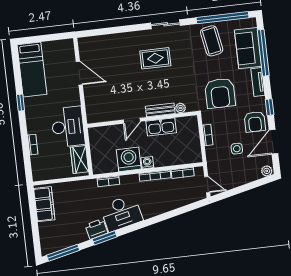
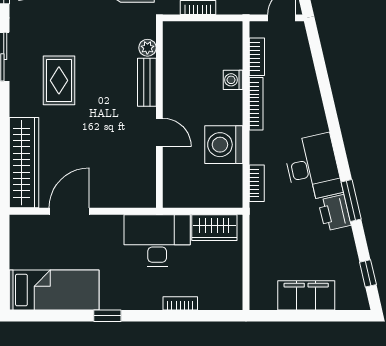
wardrobe: (105, 43) -> (24, 163), added
kitchen sink: (161, 127) -> (176, 84), removed
washing machine: (147, 163) -> (233, 80), moved
filing cabinet: (44, 204) -> (306, 295), moved
window: (63, 253) -> (368, 273), width x0.46

